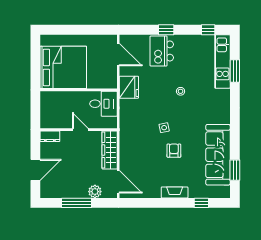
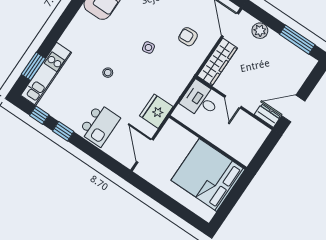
window: (166, 30) -> (63, 131), moved
window: (235, 71) -> (33, 66), moved
desk: (103, 104) -> (201, 100), moved
armchair: (174, 151) -> (188, 37), moved, turned 87
door: (35, 170) -> (293, 109), moved
window: (77, 203) -> (297, 40), moved

